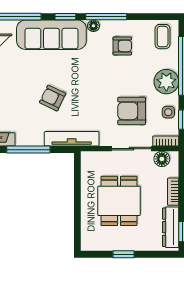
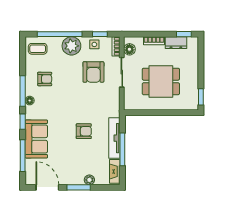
sofa: (51, 35) -> (36, 139), width x0.73
armchair: (122, 46) -> (45, 79), turned 90
armchair: (53, 98) -> (84, 131), turned -116
tv unit: (72, 139) -> (114, 138), moved
dresser: (171, 227) -> (176, 43), width x0.70
window: (123, 254) -> (201, 97), moved

